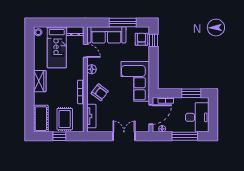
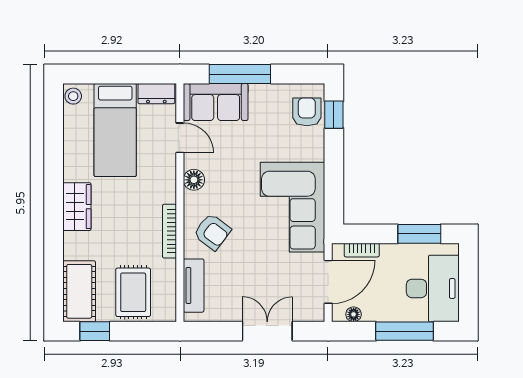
window: (123, 22) -> (240, 74), moved
sofa: (106, 35) -> (216, 102), width x0.73
window: (59, 136) -> (95, 331), moved

